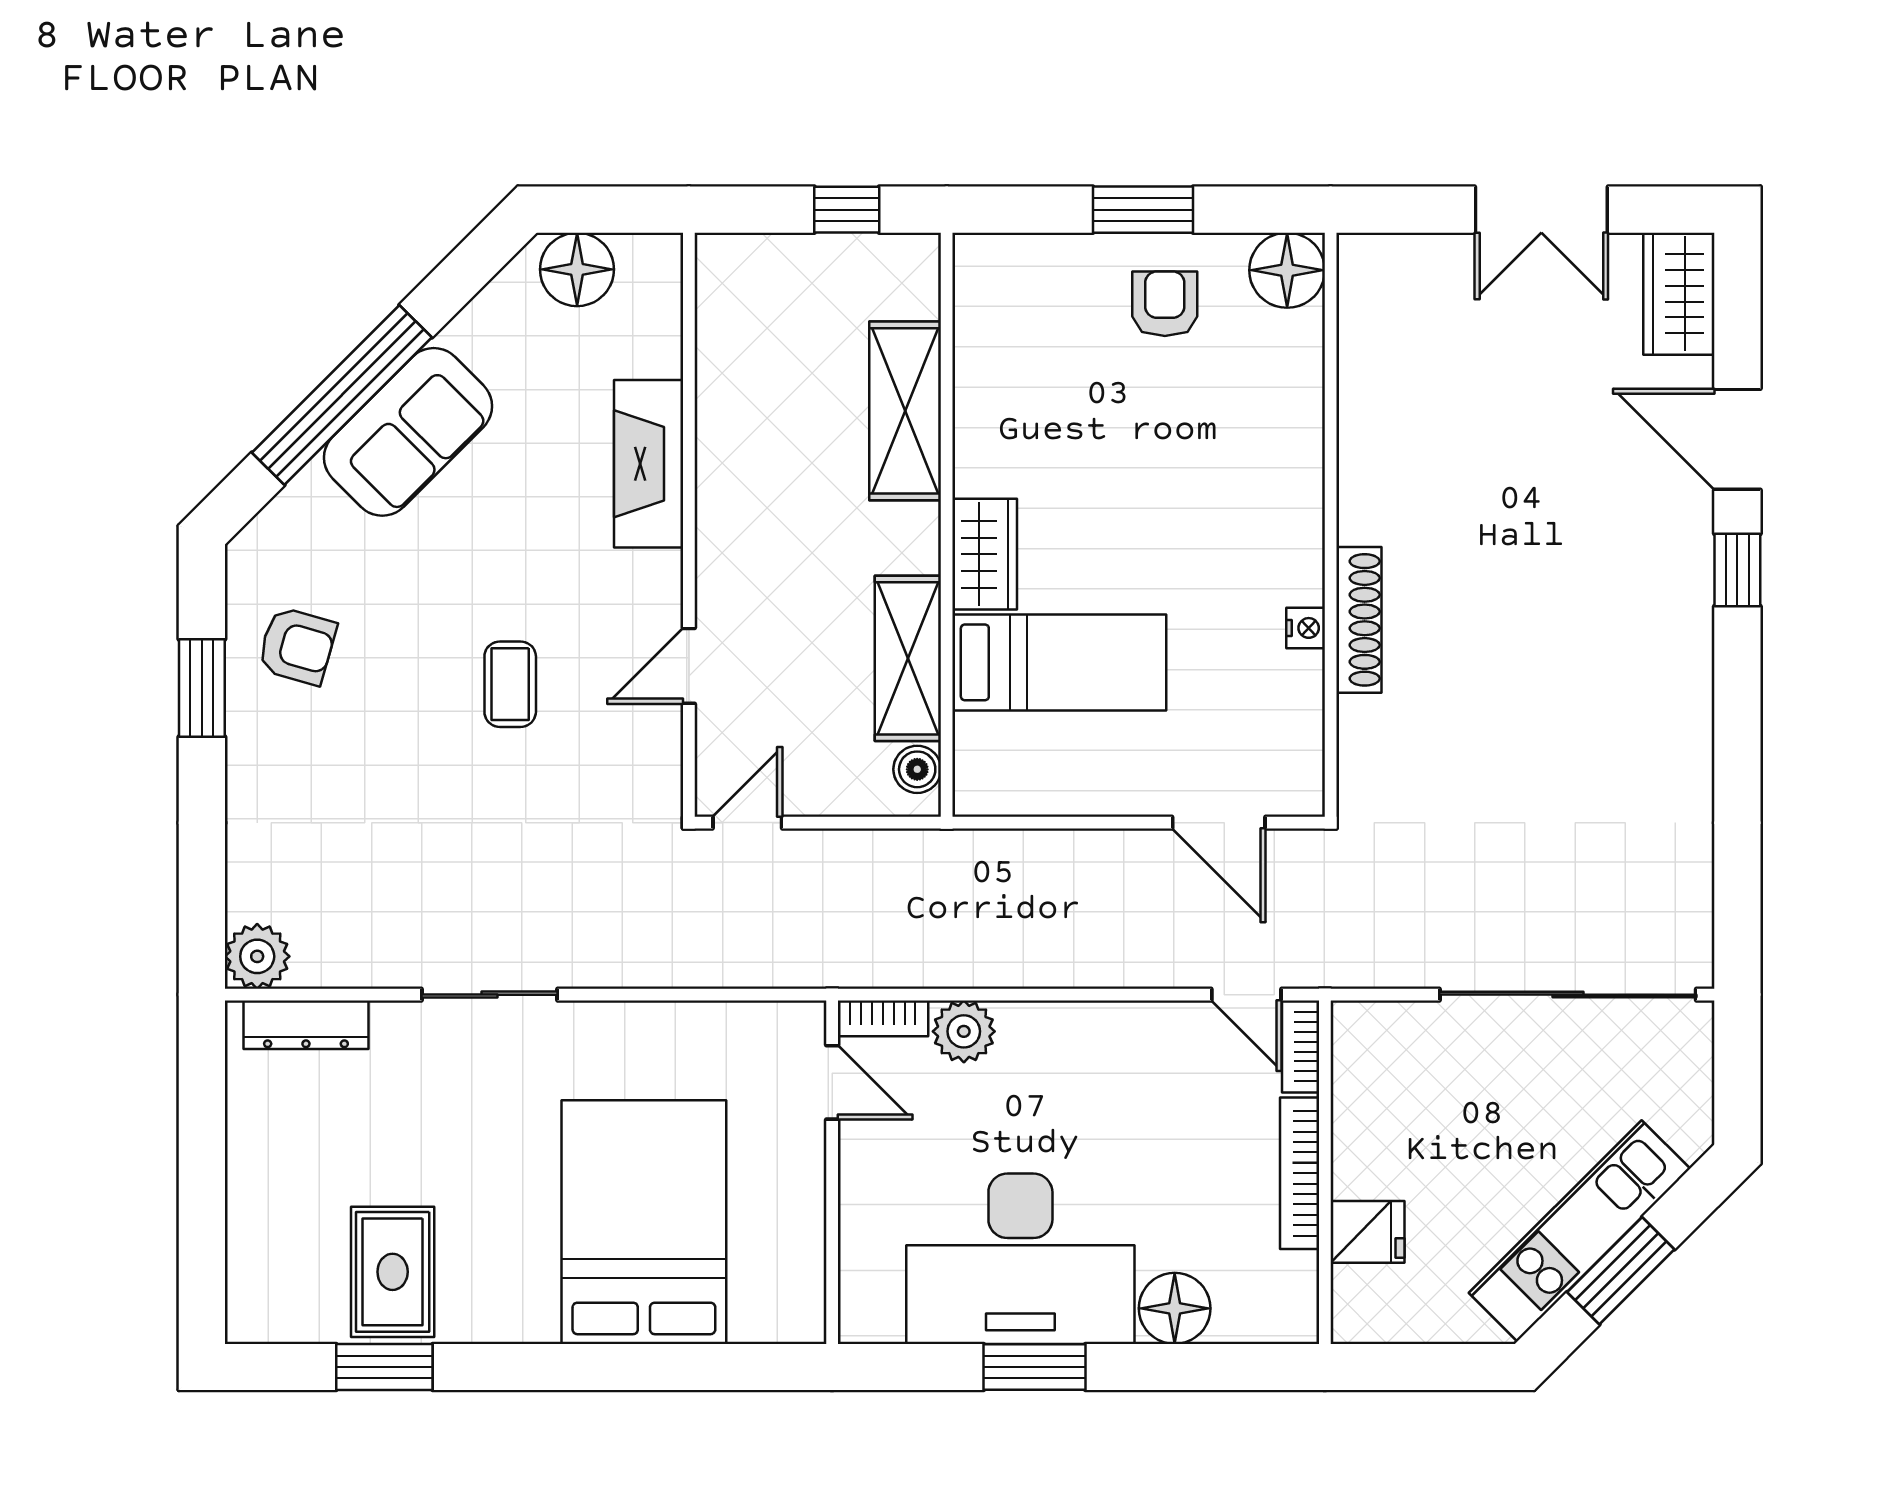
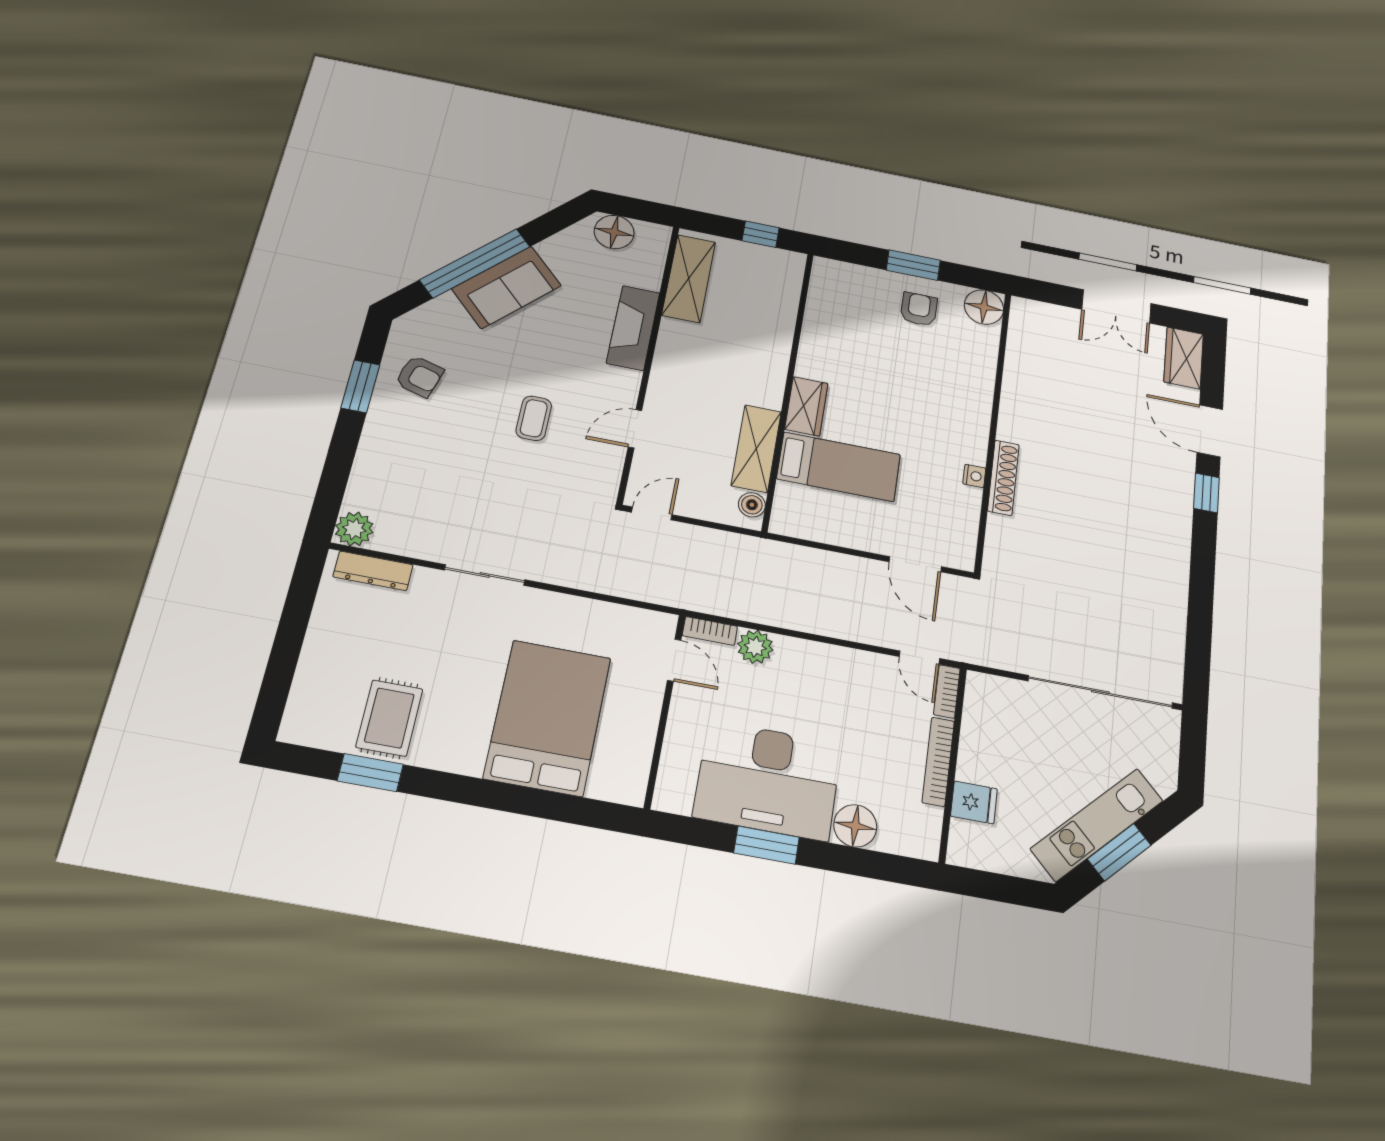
shelving: (905, 411) -> (689, 278), moved

